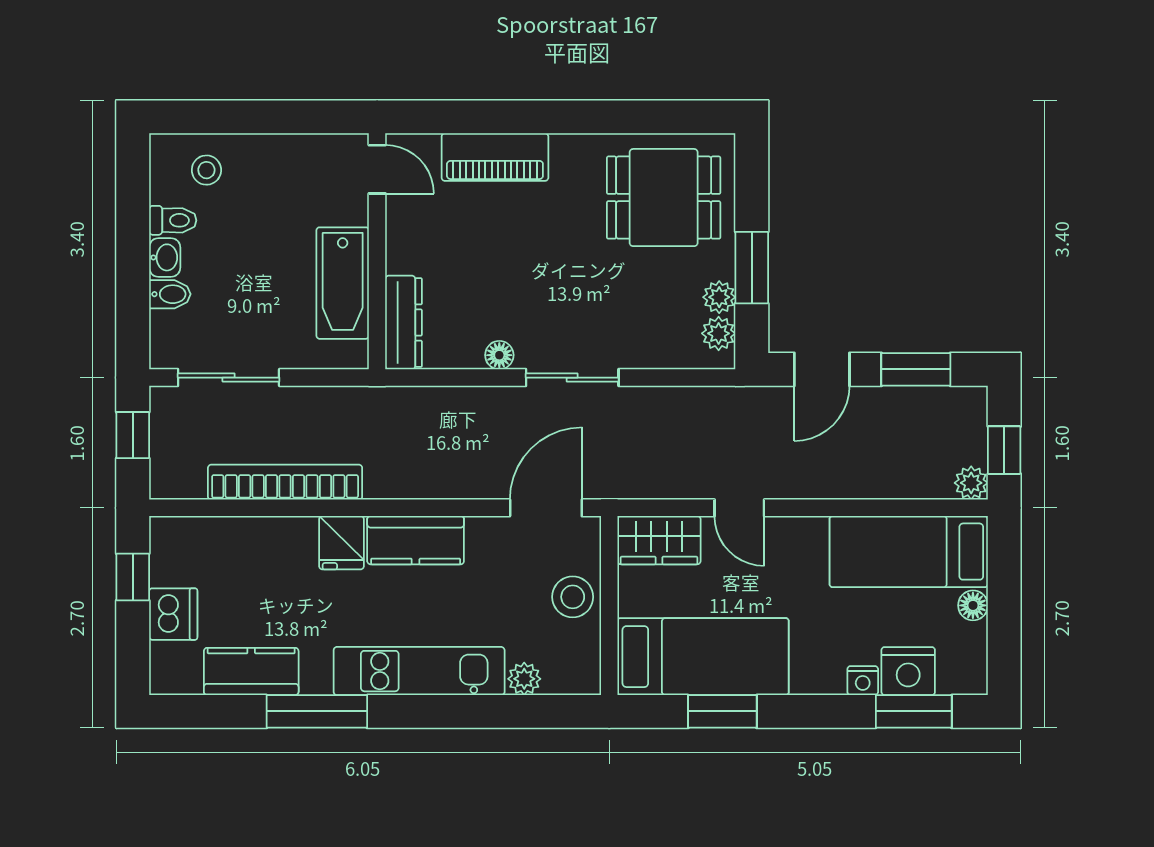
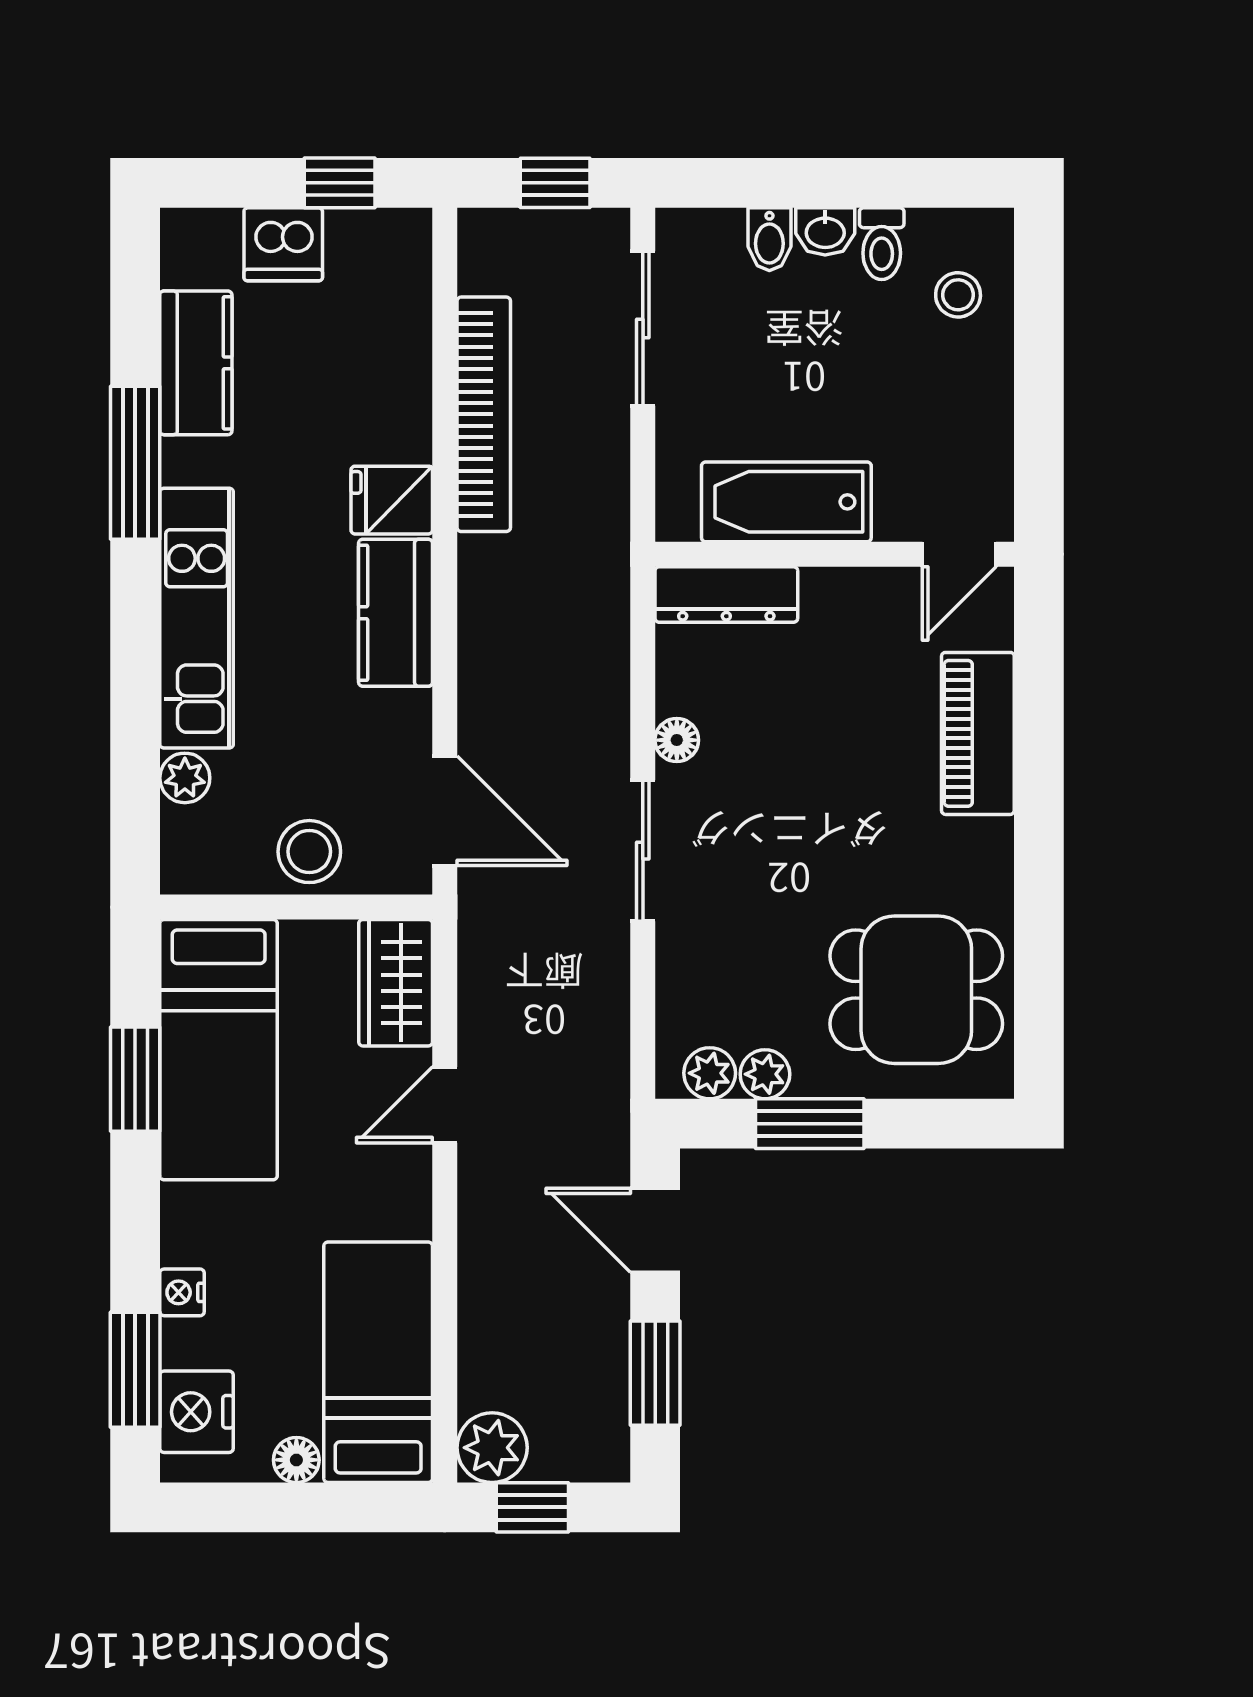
dining table: (664, 198) -> (916, 990), turned 90
plant: (971, 483) -> (492, 1448), width x1.38, depth x1.38
nightstand: (908, 671) -> (197, 1412), moved

